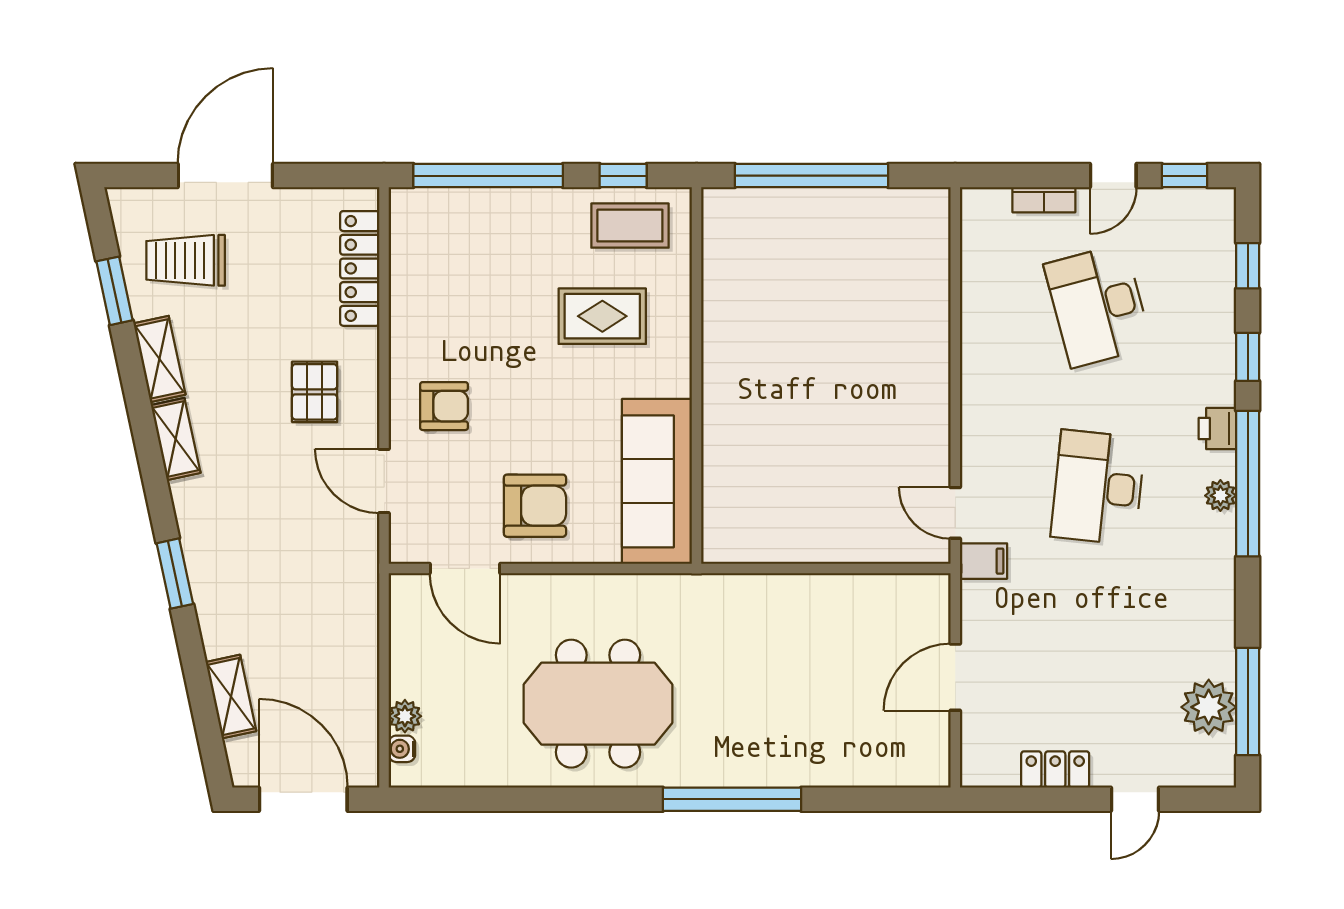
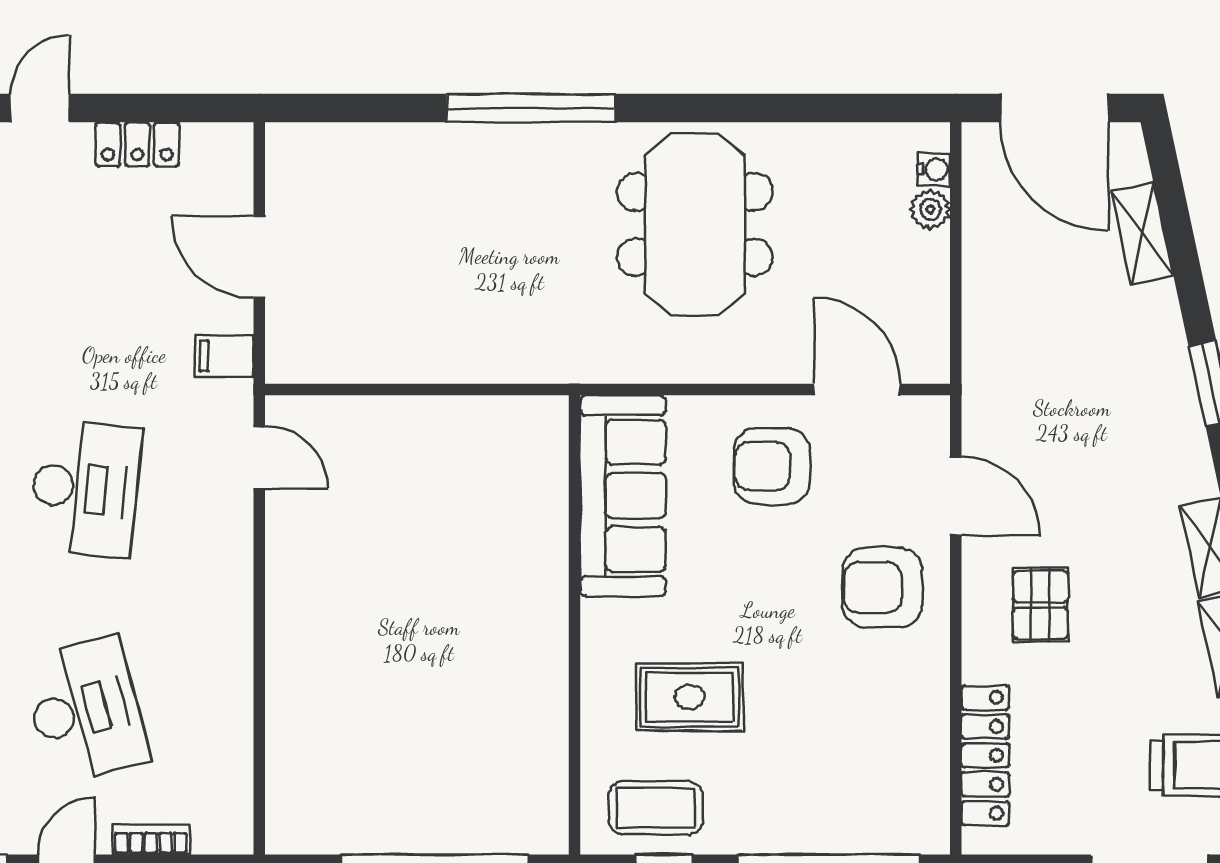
armchair: (444, 406) -> (883, 587), width x1.38, depth x1.38
filing cabinet: (983, 561) -> (225, 356), moved
door: (955, 677) -> (259, 257), swing flipped
meeting table: (598, 704) -> (695, 225), turned 90

